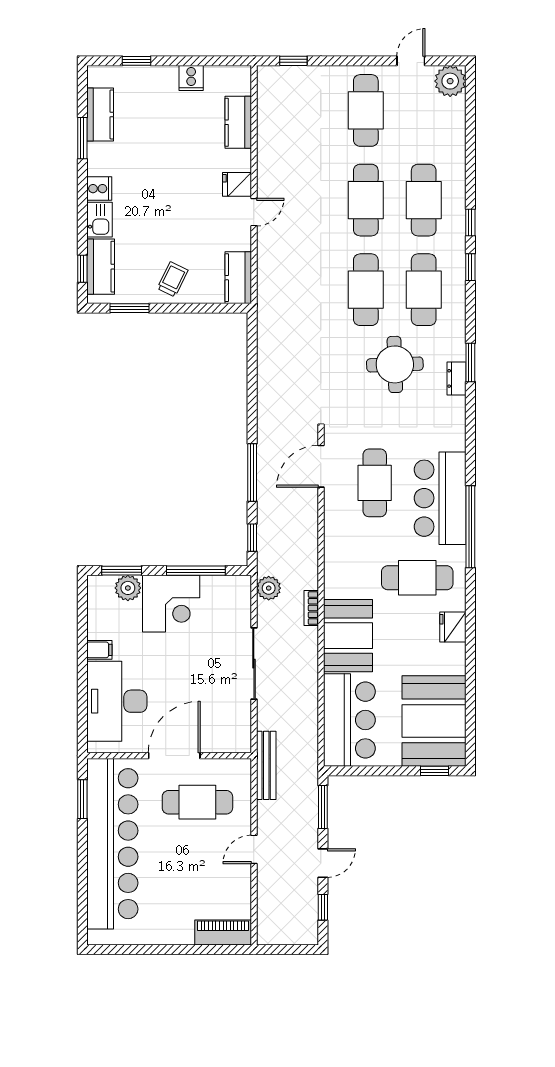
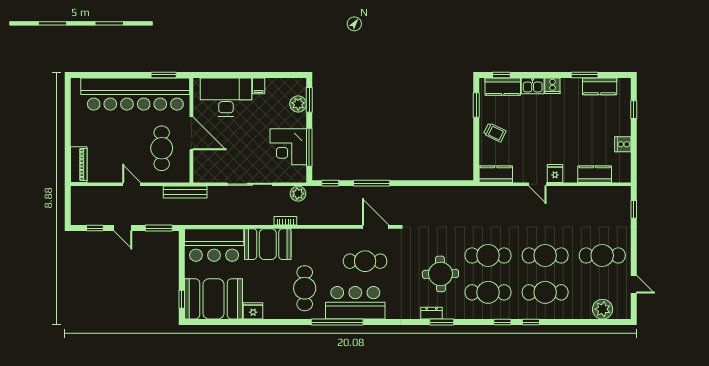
plant: (450, 81) -> (603, 309), moved
corner desk: (171, 604) -> (288, 147), moved
fridge: (453, 627) -> (253, 311), moved

